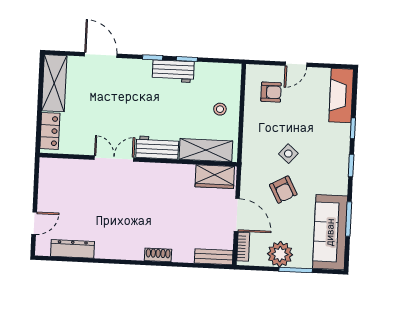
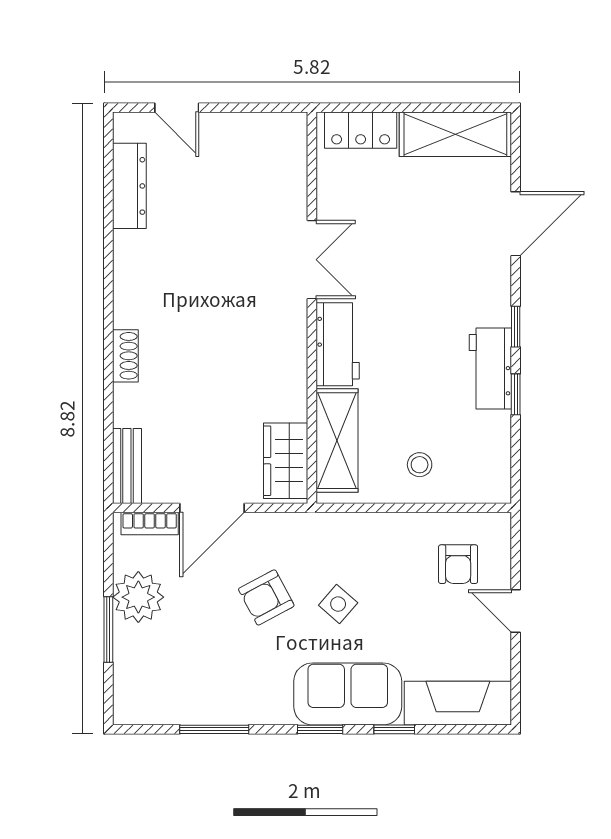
sofa: (330, 232) -> (348, 694), moved, width x0.73

